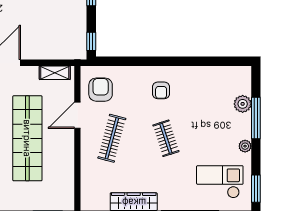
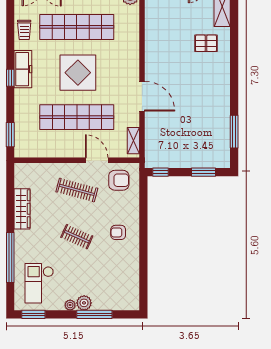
plant: (243, 104) -> (84, 303), moved
clothes rail: (166, 138) -> (77, 237), turned 42
checkout: (220, 182) -> (39, 283), turned 180

